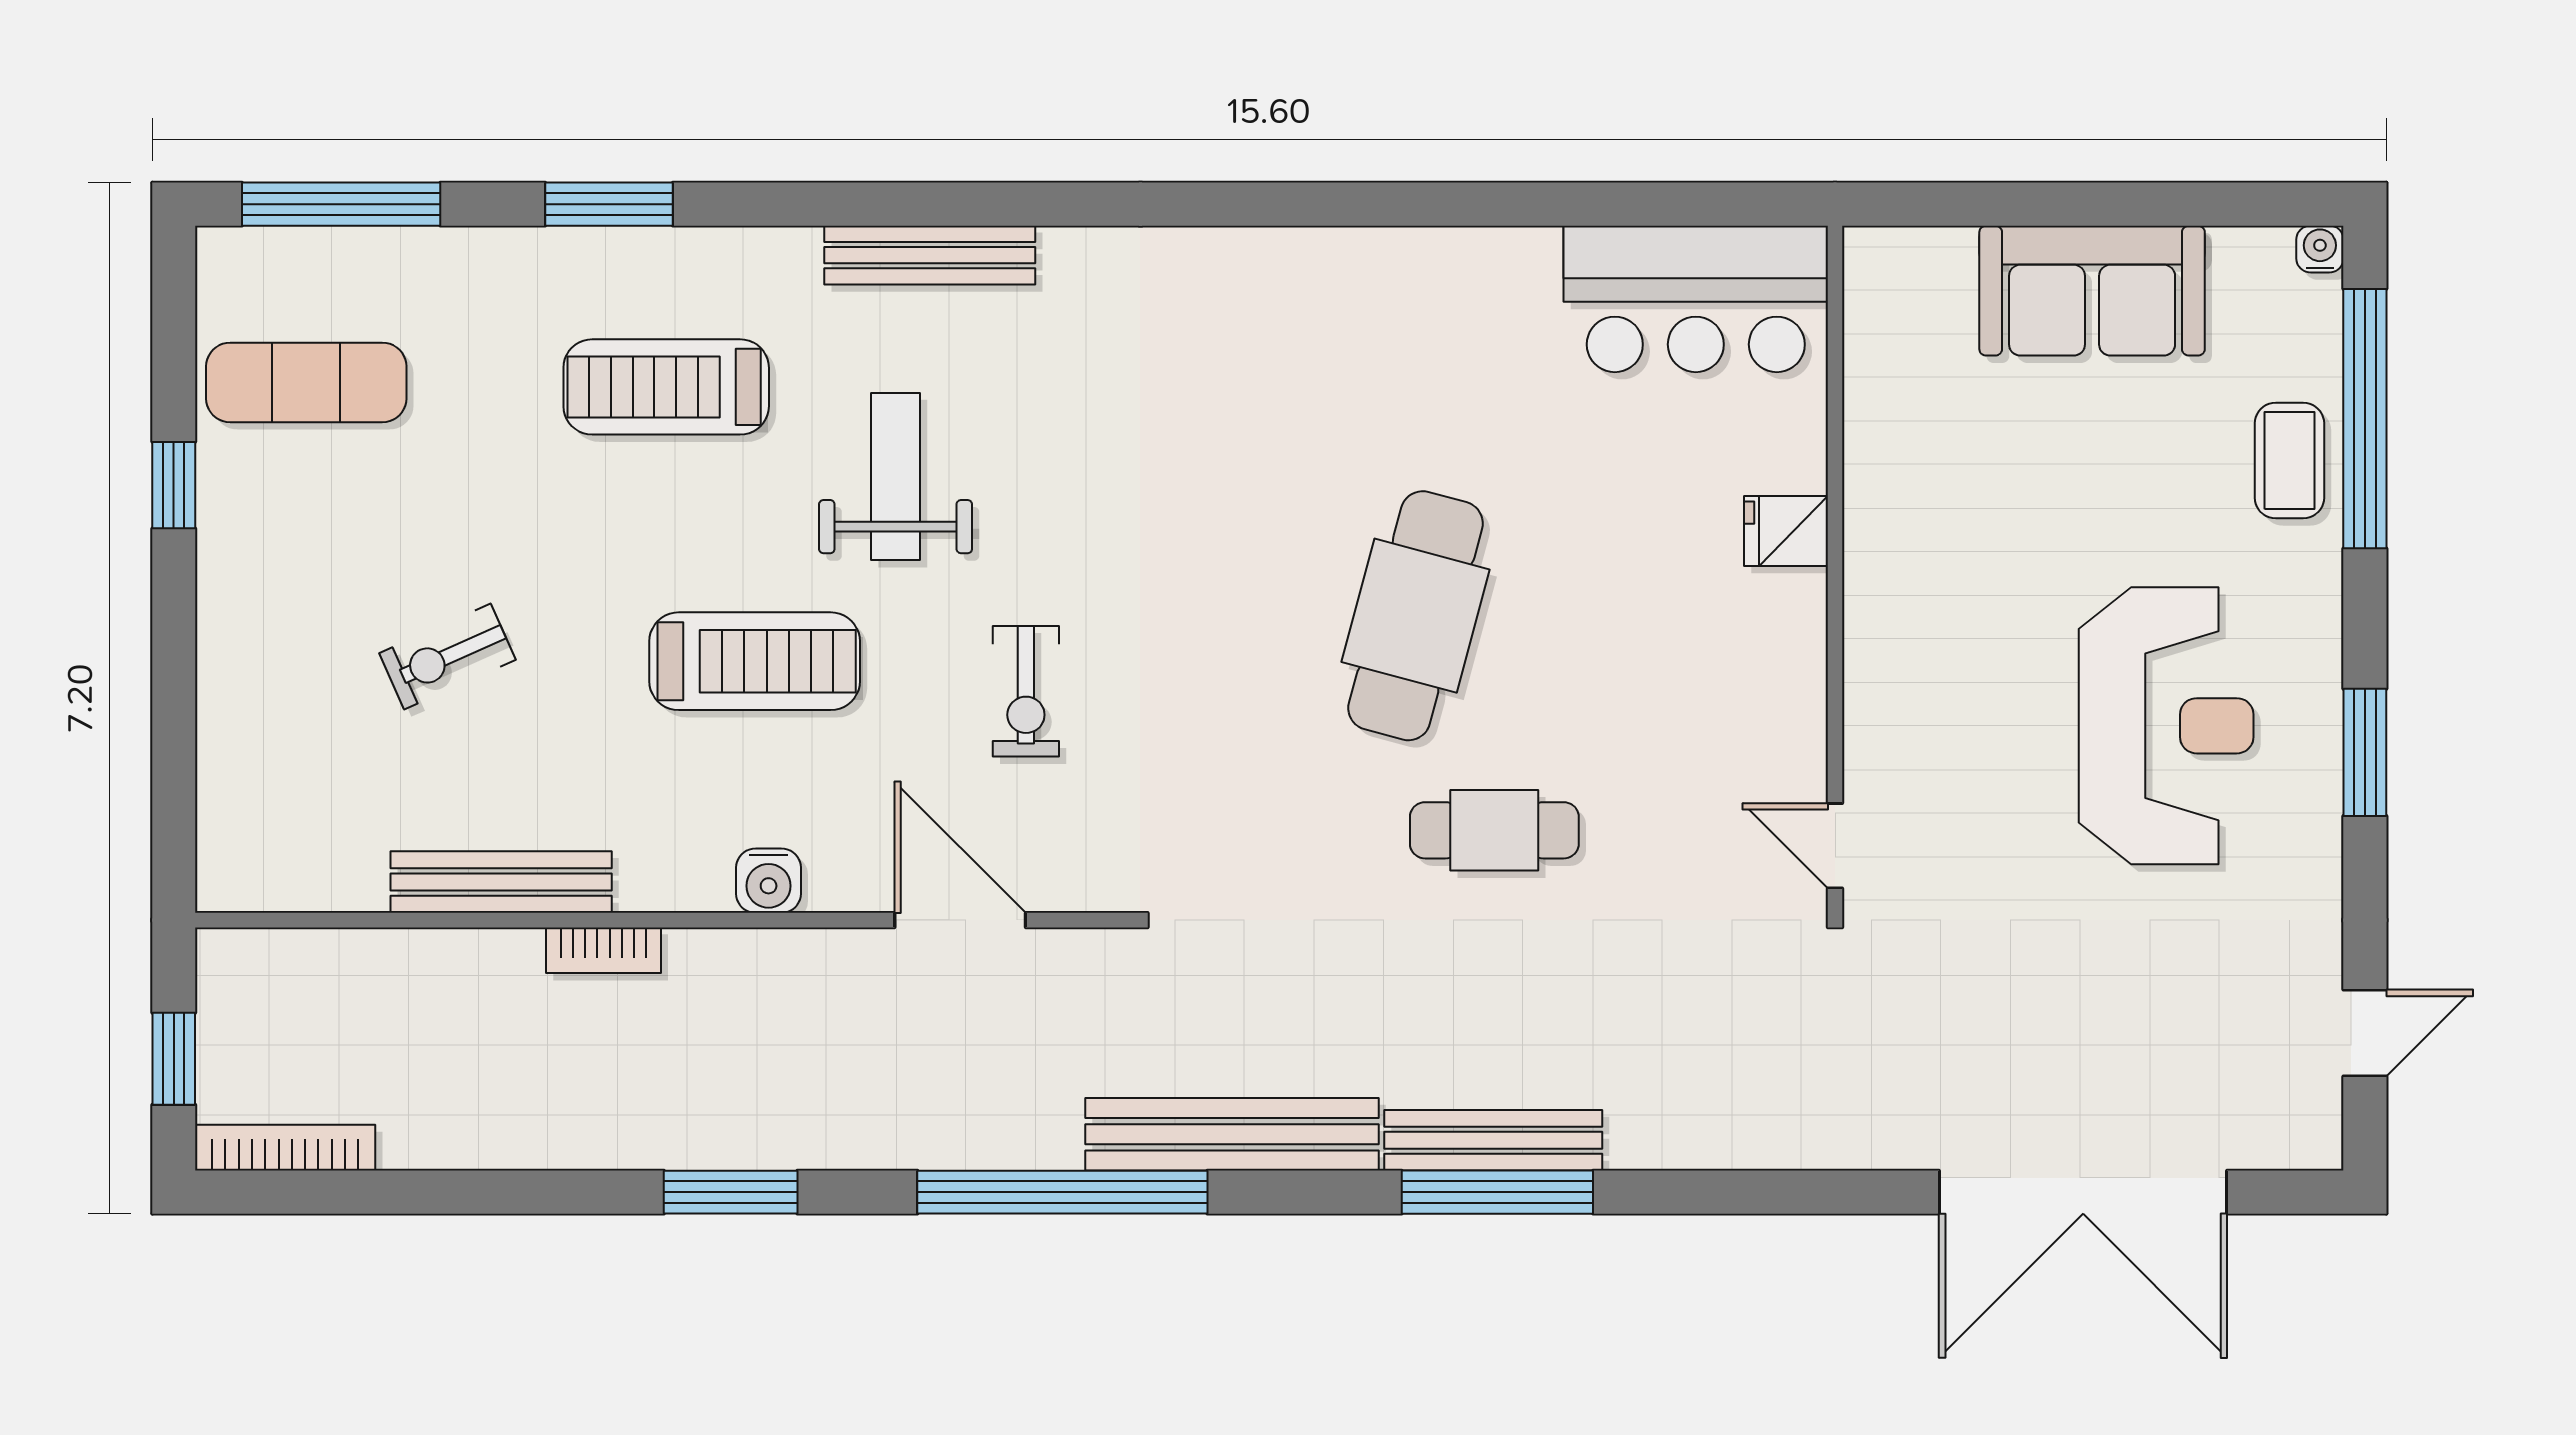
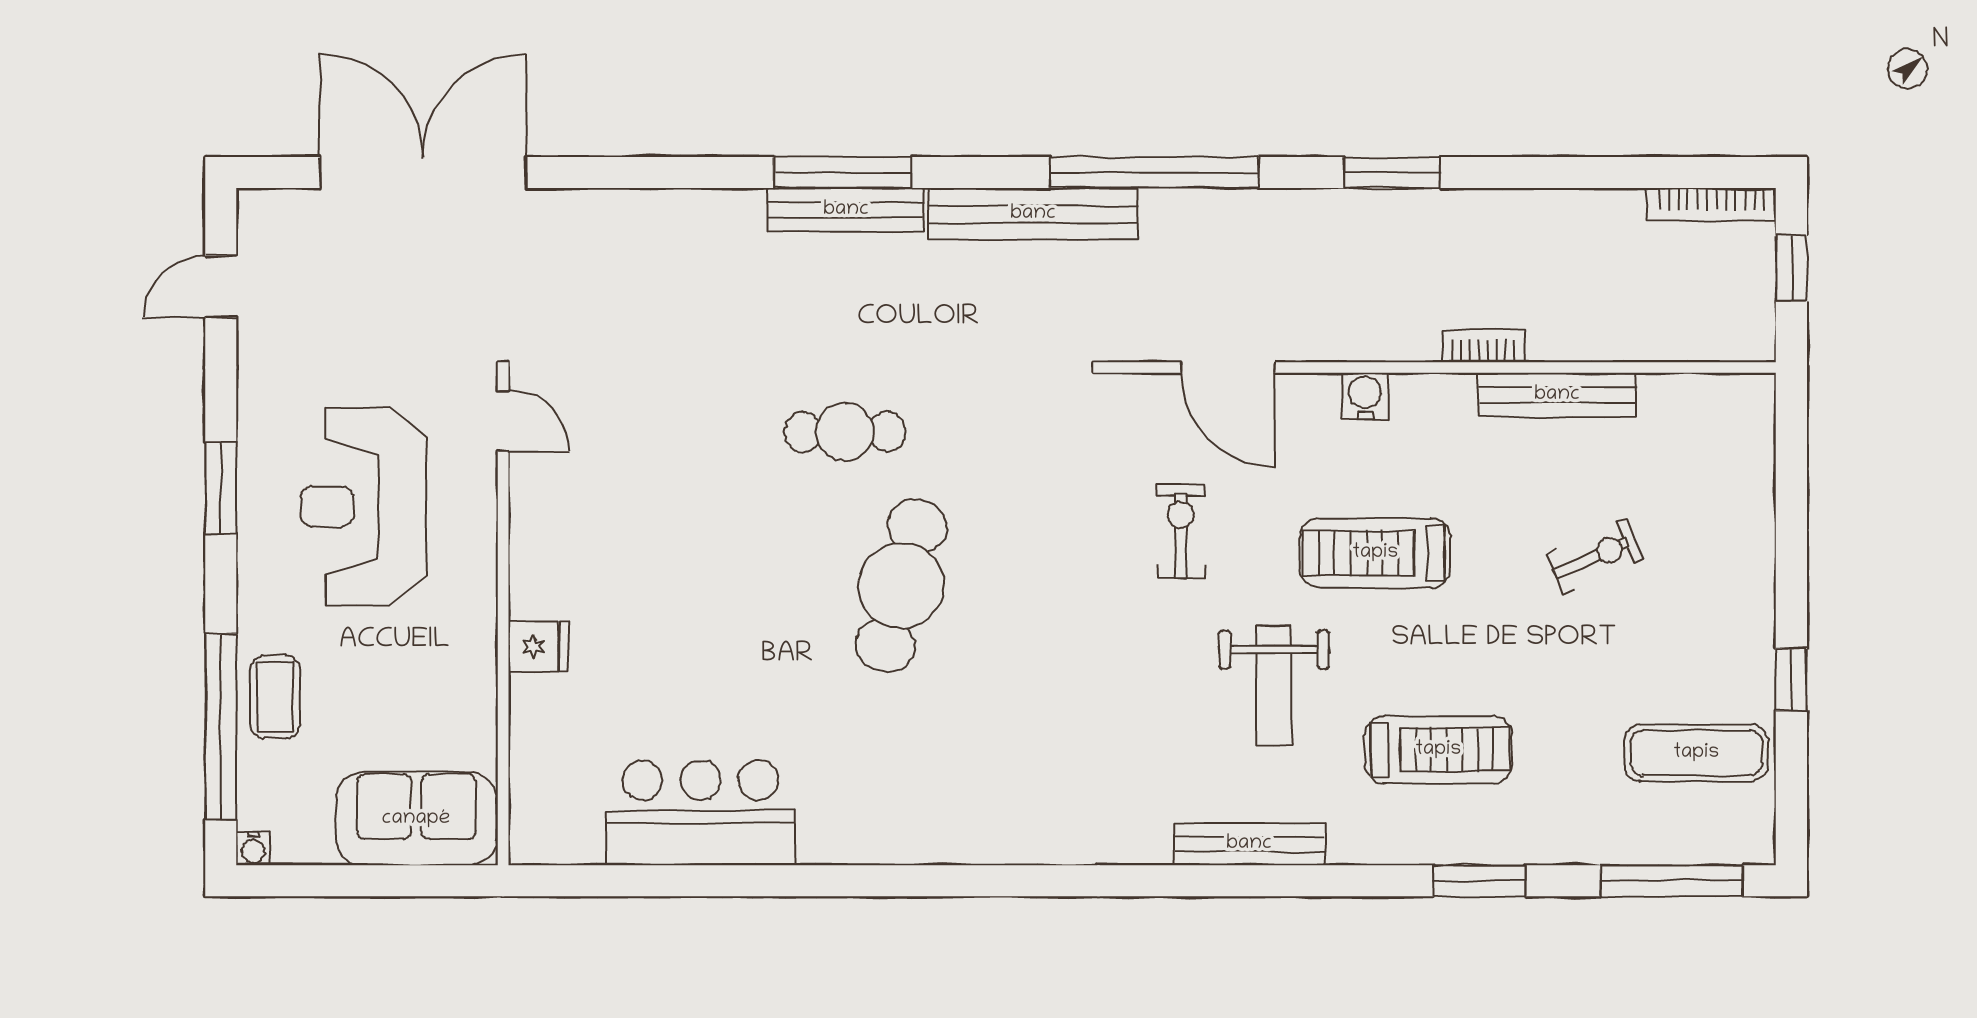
fridge: (1786, 531) -> (538, 646), moved
wall: (1835, 569) -> (503, 619), moved
door: (1835, 846) -> (503, 421), moved

